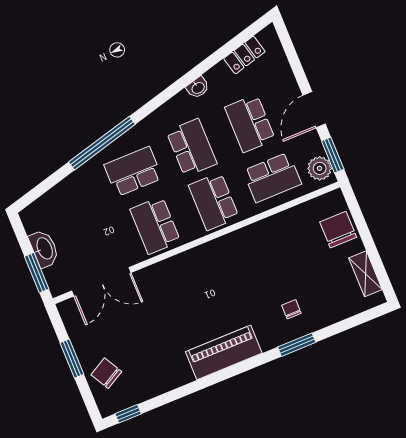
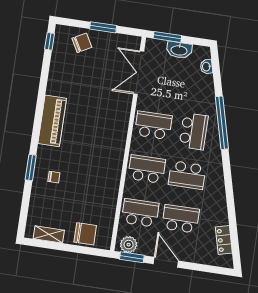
washbasin: (198, 88) -> (206, 67), moved
school desk: (272, 177) -> (140, 213), turned 90

